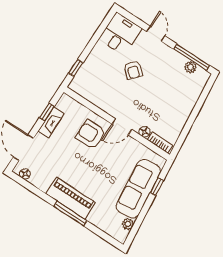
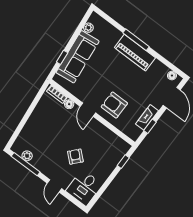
door: (122, 127) -> (88, 110), swing flipped
armchair: (91, 134) -> (114, 105), turned 180

